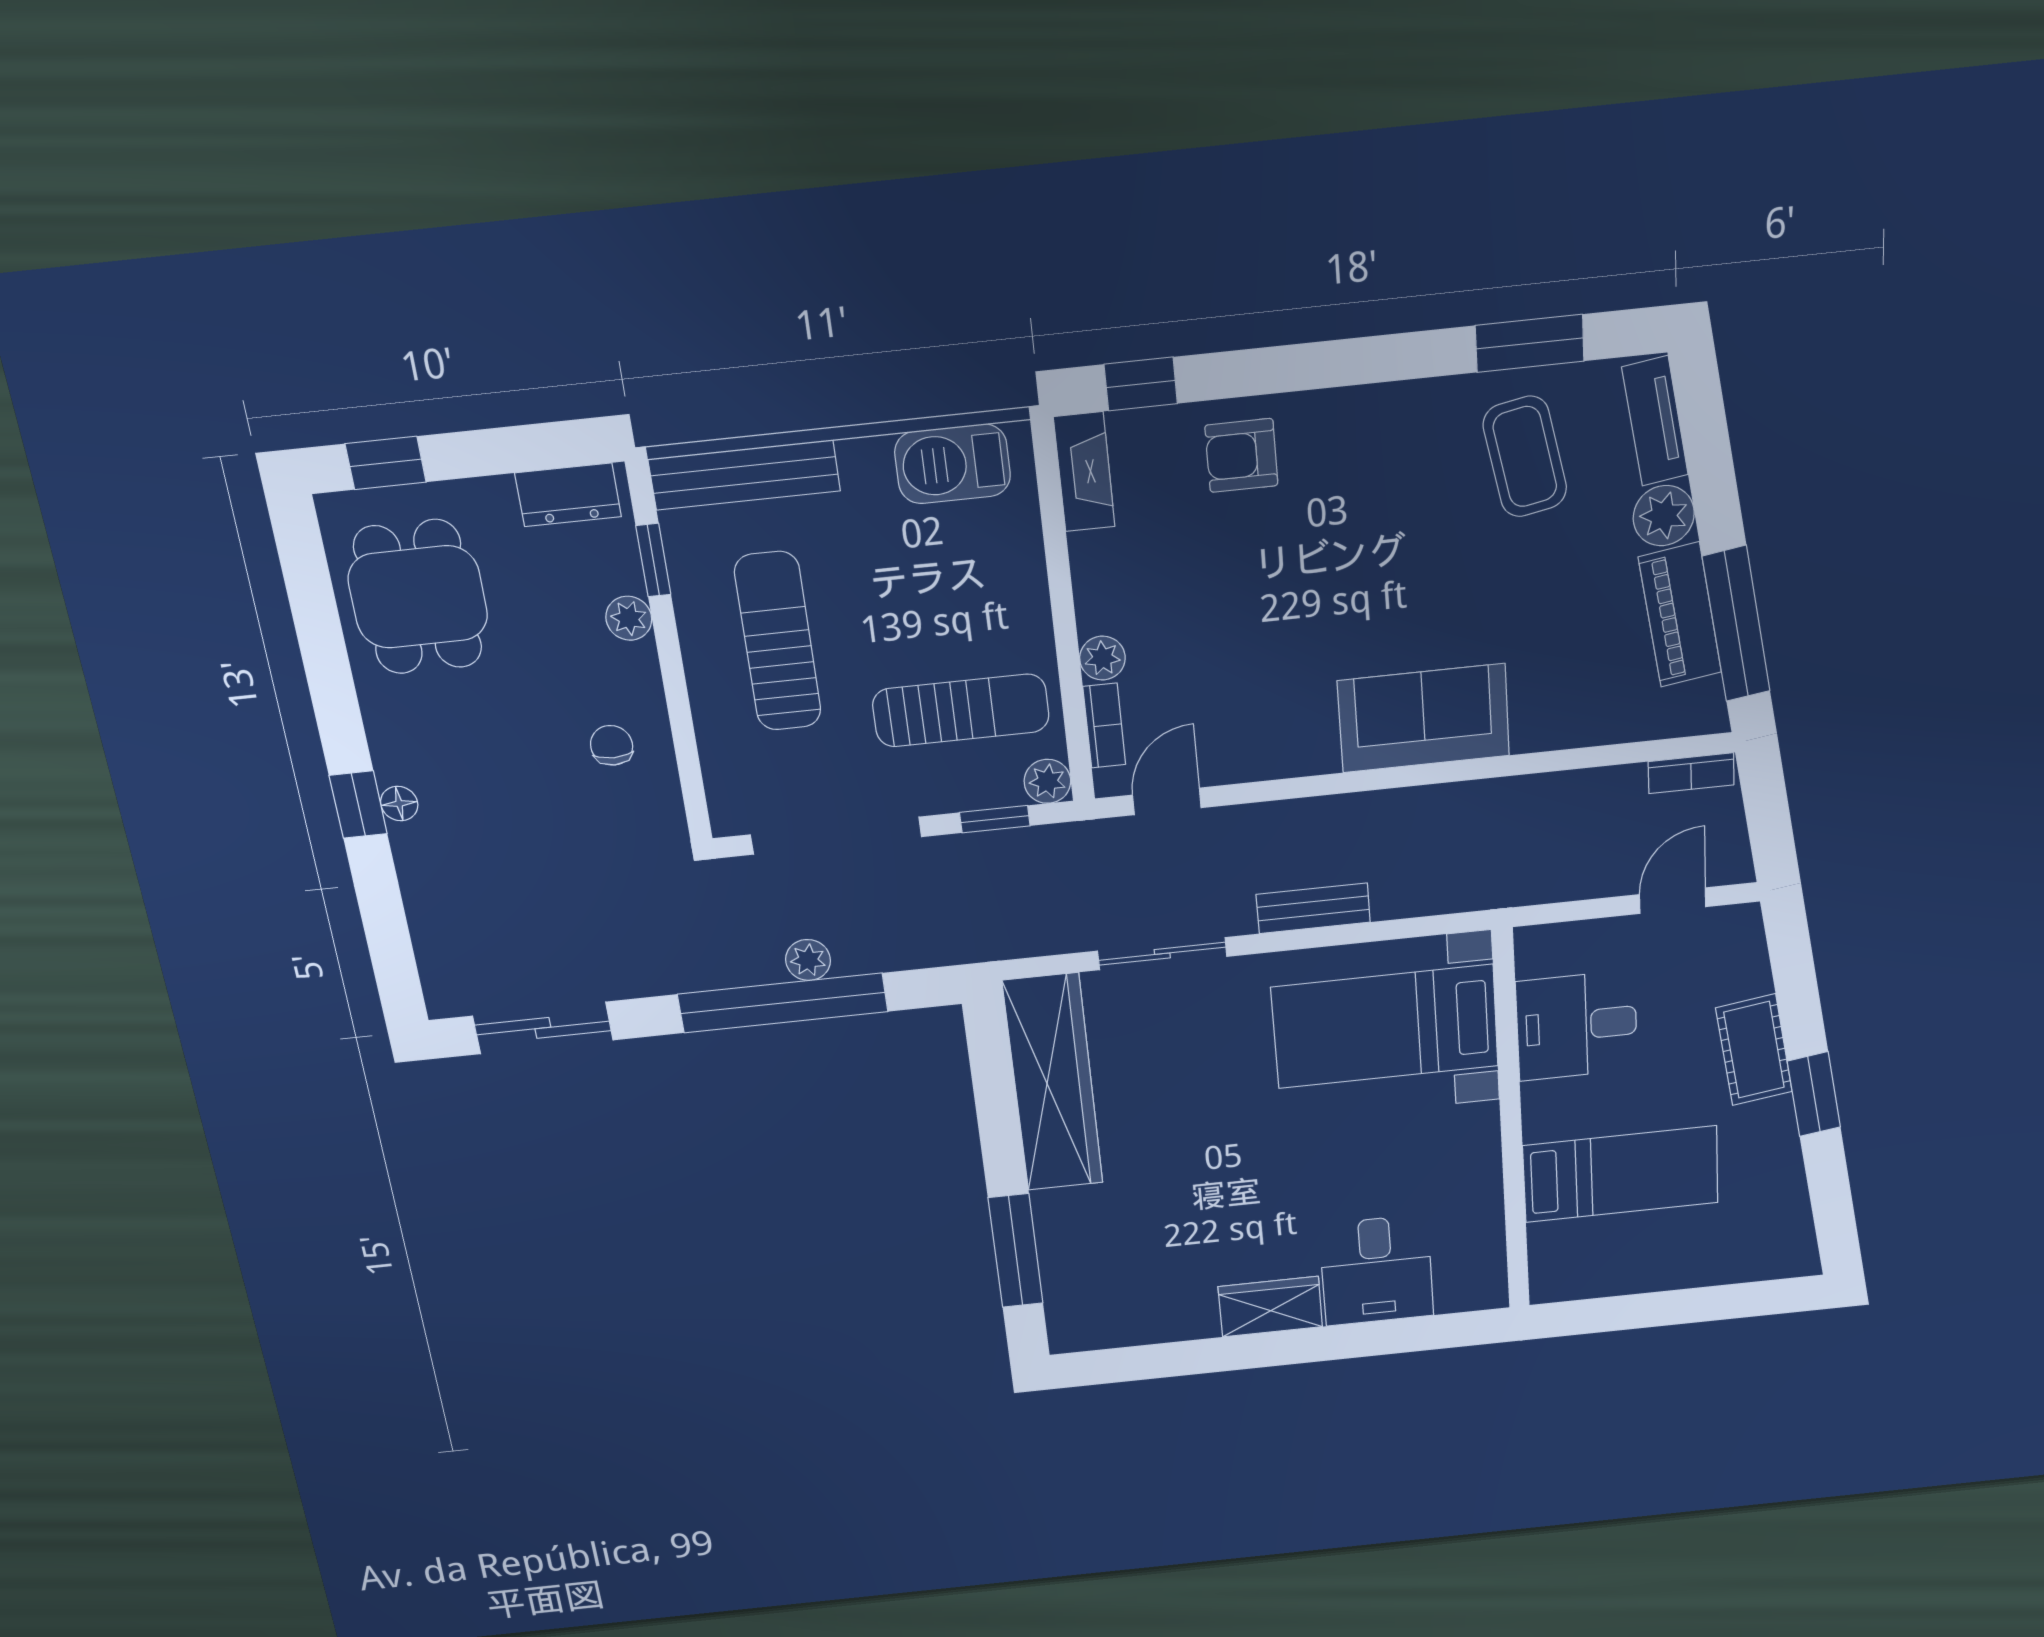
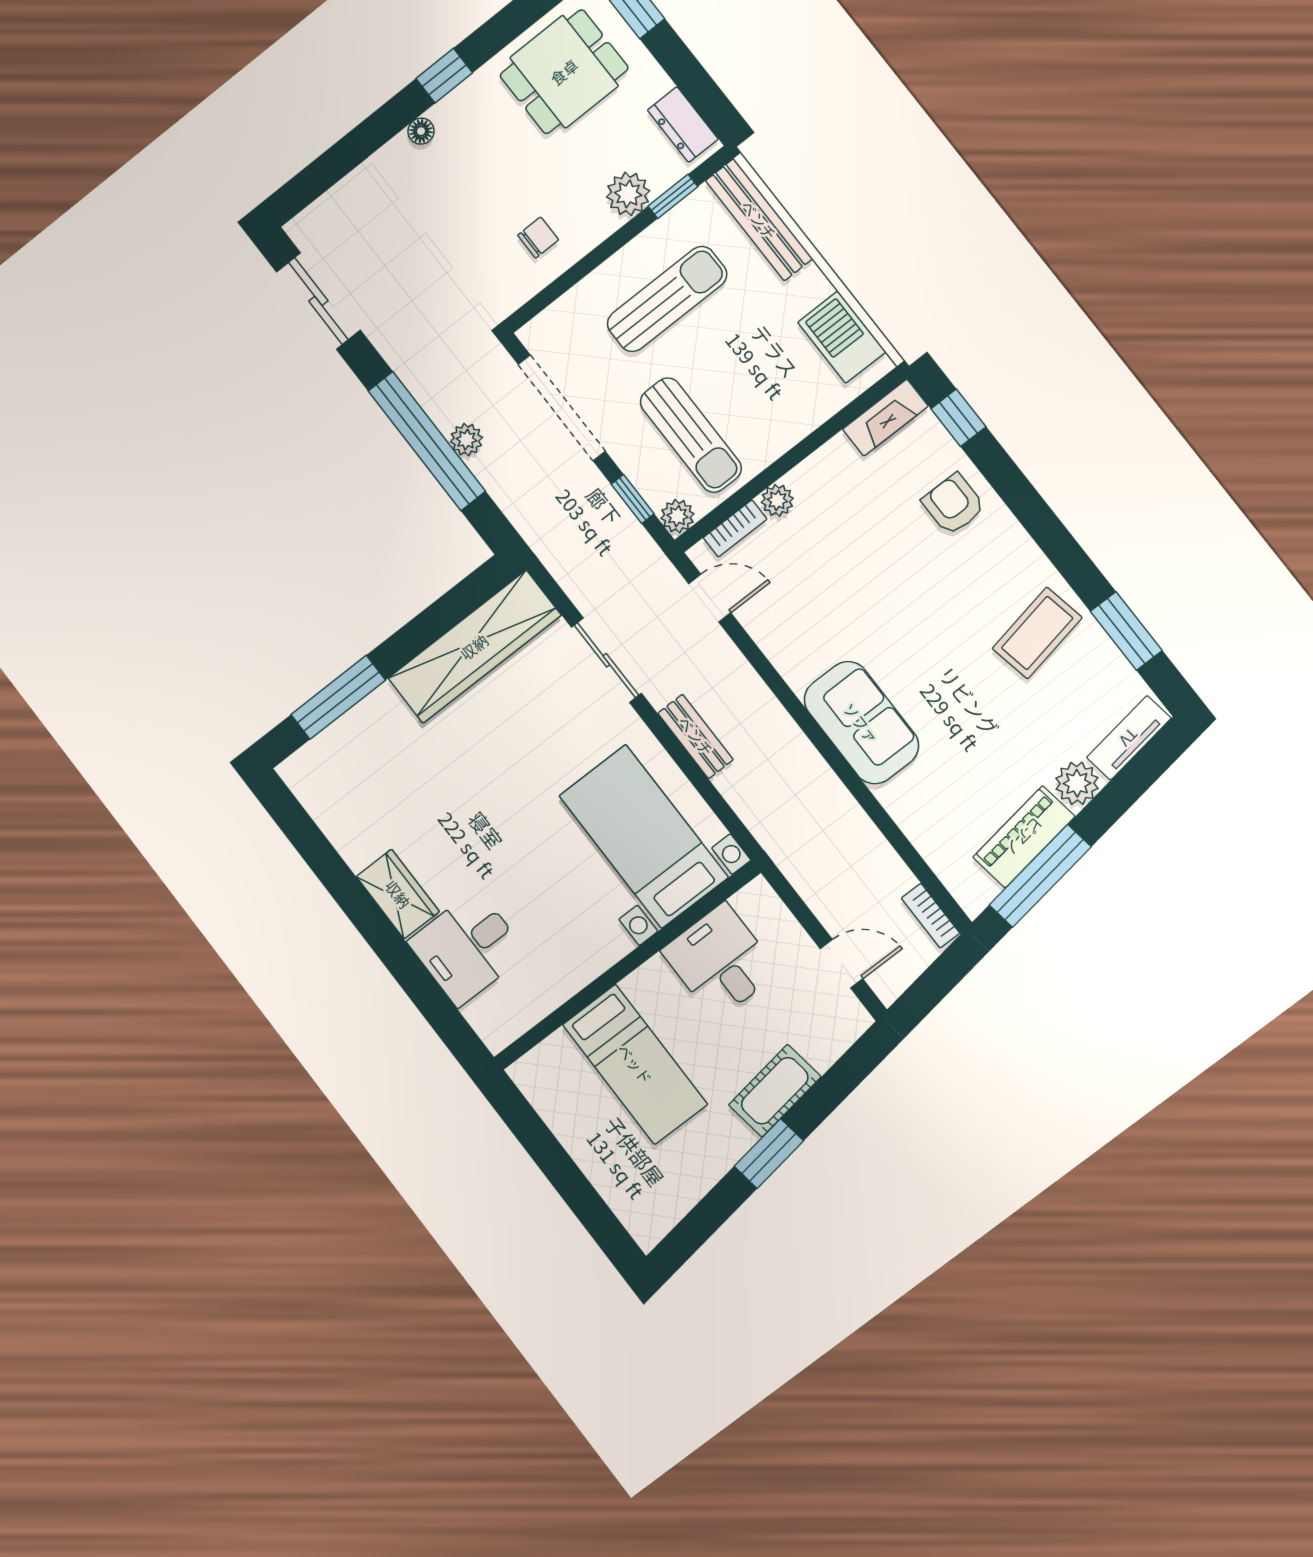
coffee table: (1525, 457) -> (1037, 633), moved
plant: (629, 618) -> (628, 194), width x1.38, depth x1.38
window: (358, 805) -> (444, 76), moved

